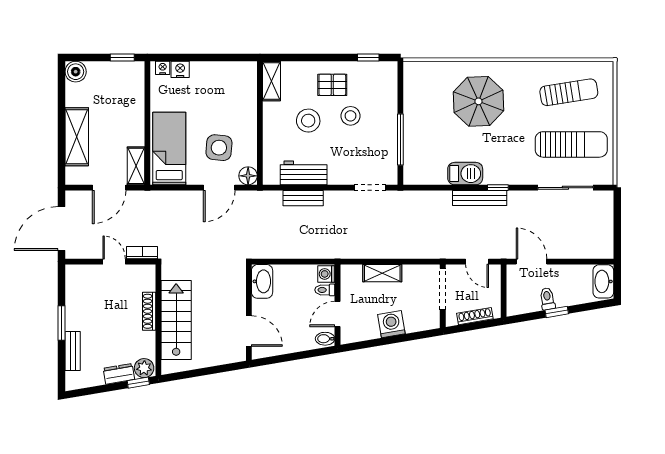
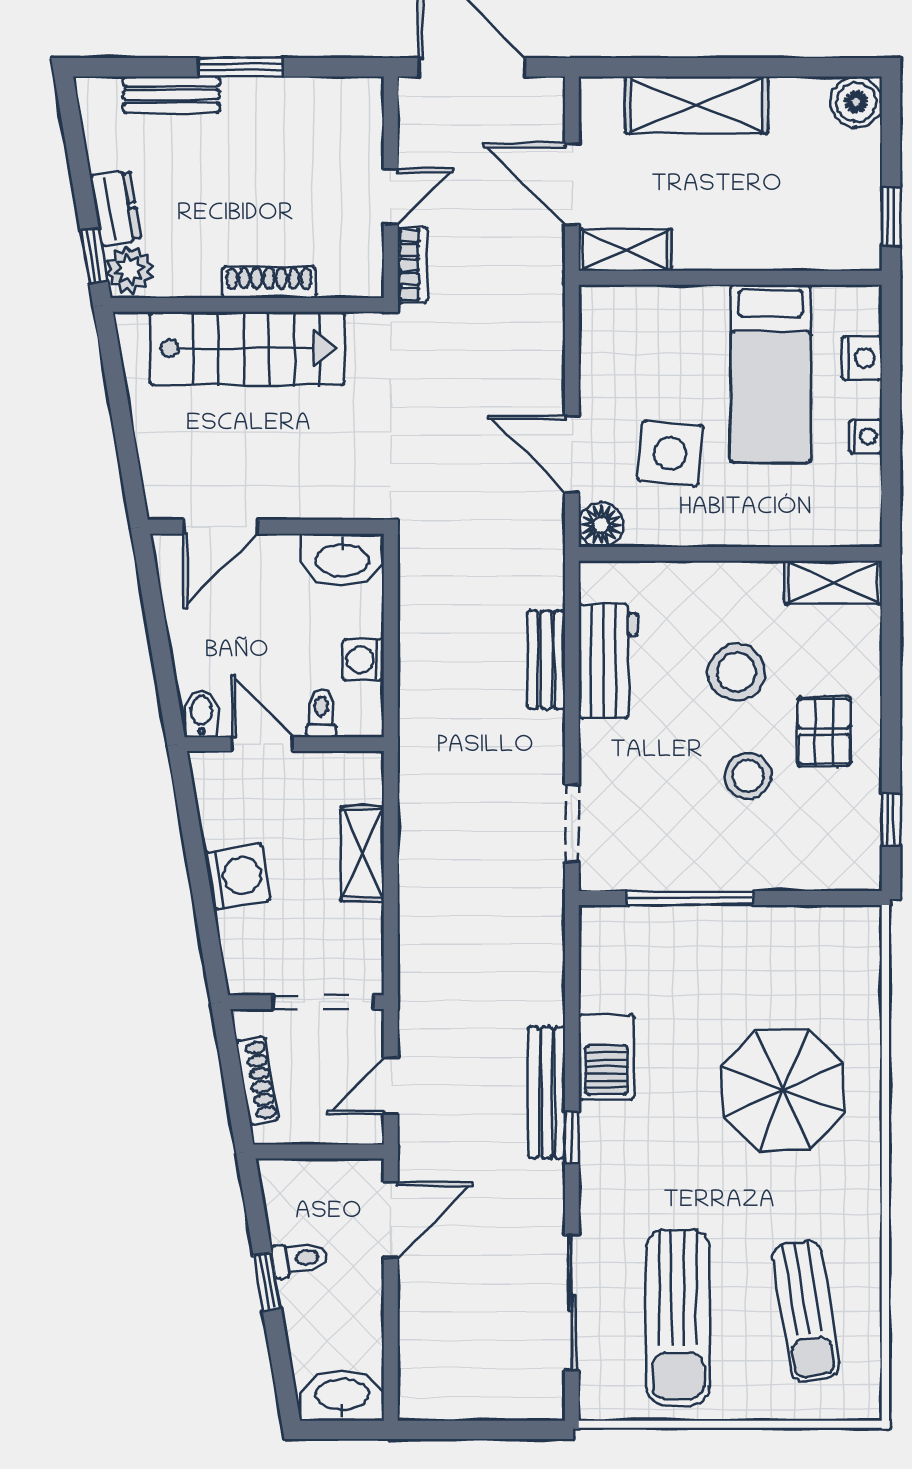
nightstand: (163, 68) -> (866, 436), moved
bed: (169, 149) -> (770, 374), moved, turned 90
washing machine: (326, 274) -> (363, 660), moved, turned -90

